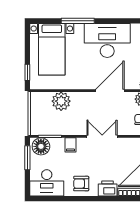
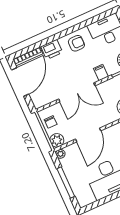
double door: (102, 136) -> (77, 92), width x1.37

